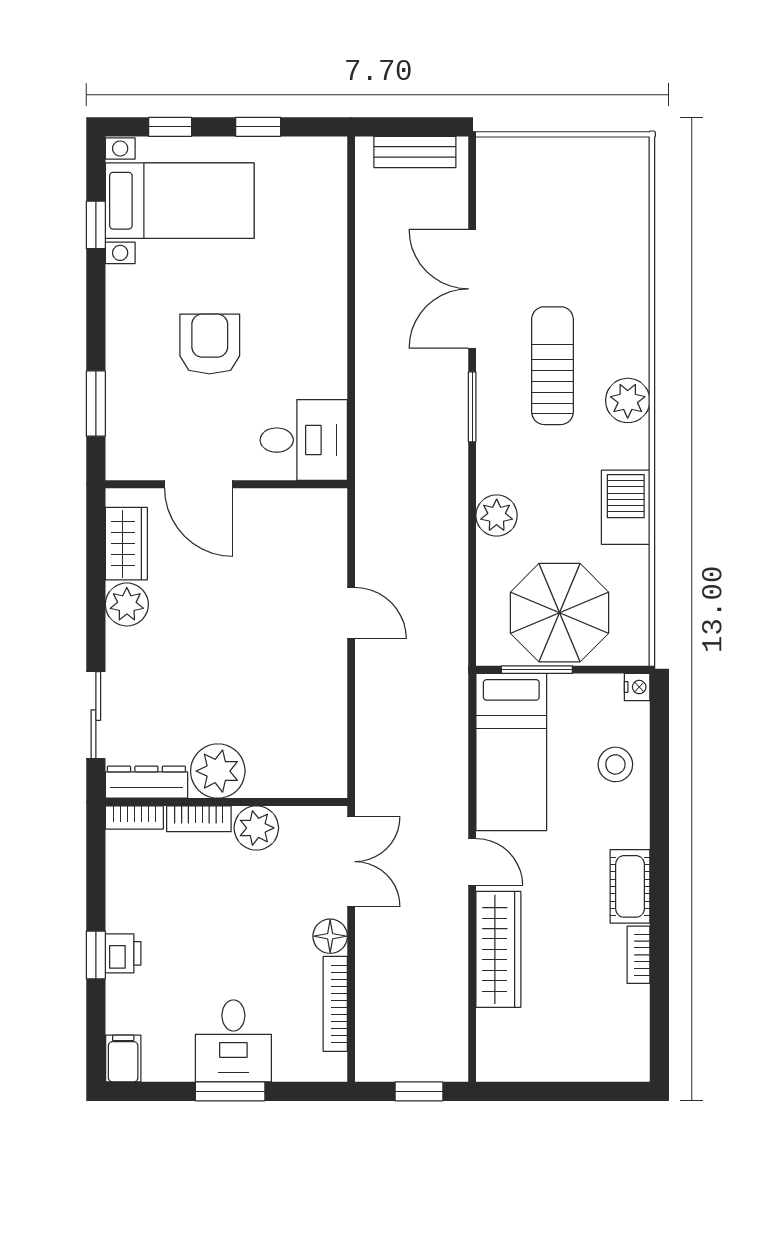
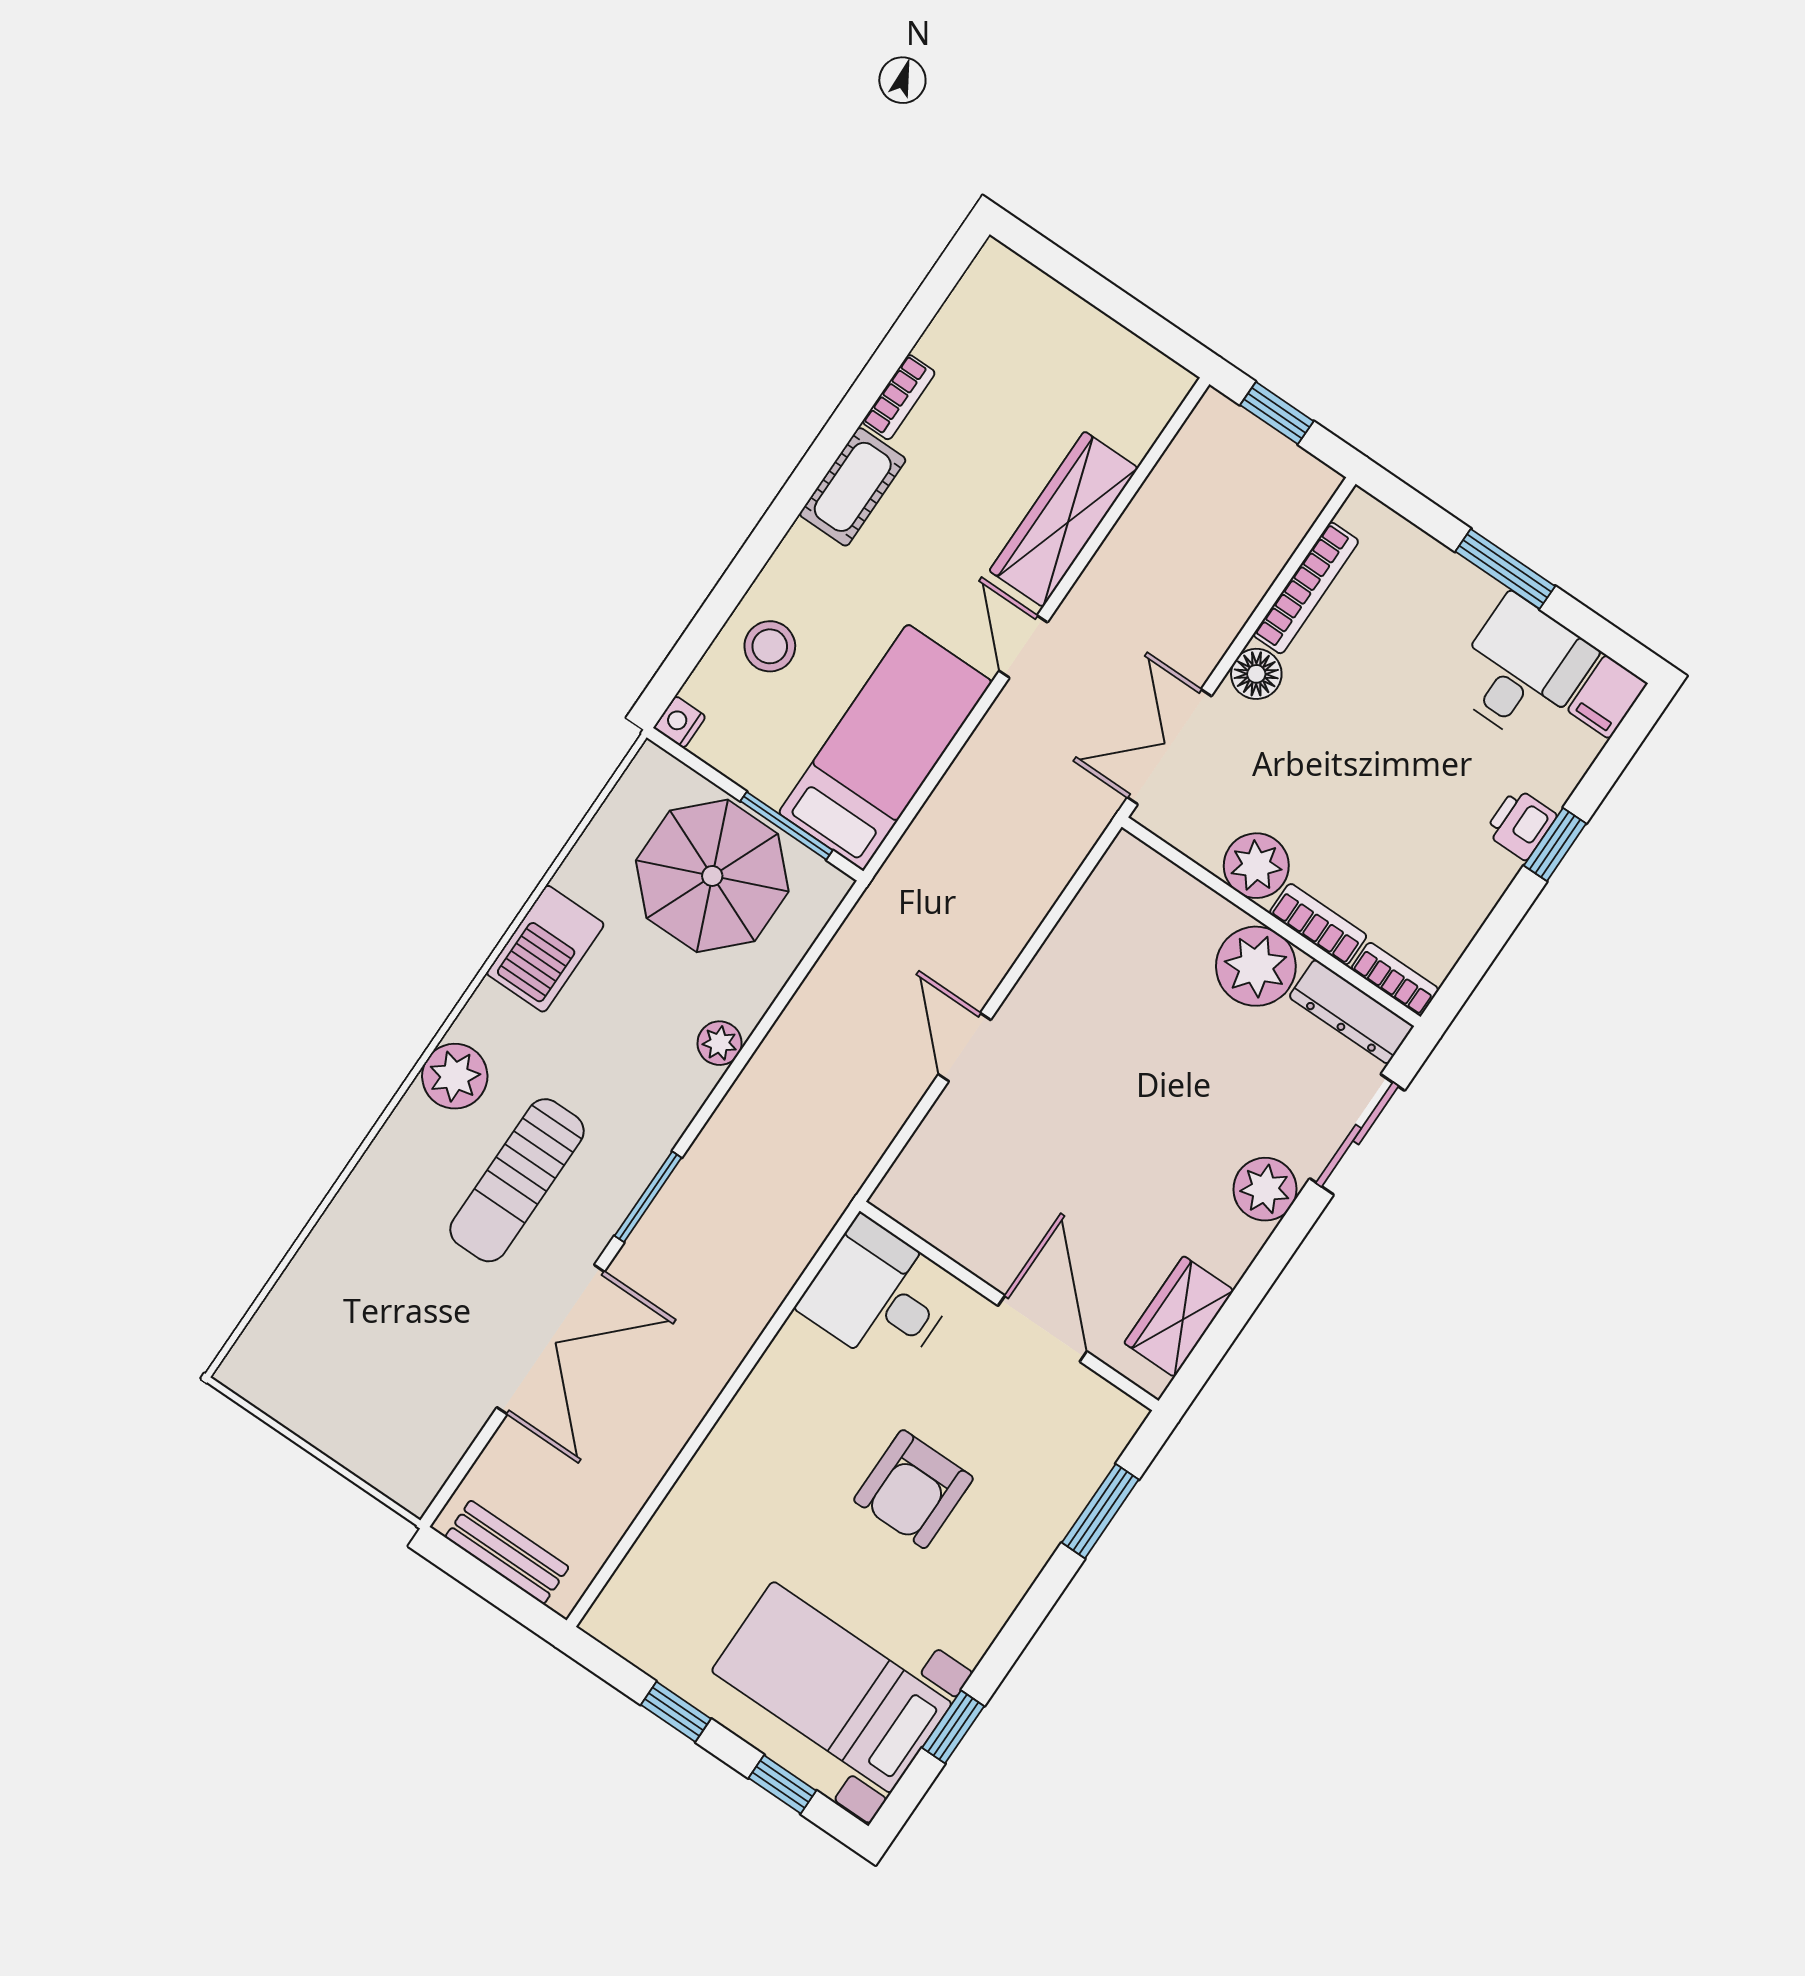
plant: (497, 515) -> (720, 1043), width x0.73, depth x0.73
plant: (127, 604) -> (1265, 1189), moved
desk: (233, 1041) -> (1522, 670), moved

